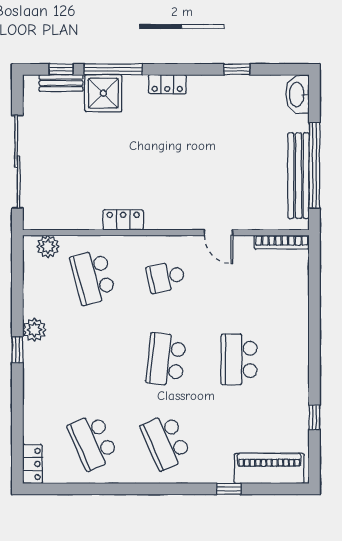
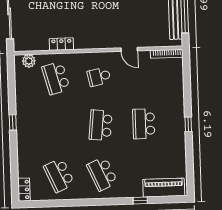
locker: (123, 220) -> (61, 44), moved
plant: (34, 330) -> (22, 110), removed
window: (314, 417) -> (188, 124), moved

